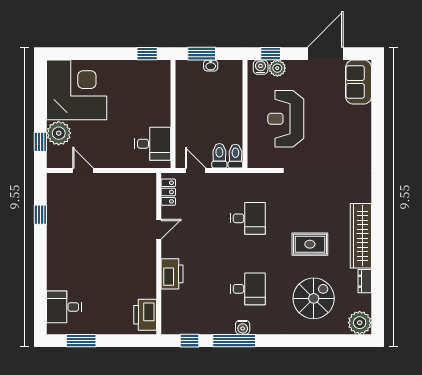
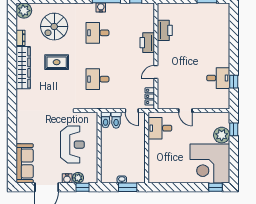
window: (147, 54) -> (216, 187), moved
water cooler: (261, 67) -> (67, 178), moved
sofa: (359, 82) -> (25, 163), width x1.36
door: (83, 170) -> (185, 111), moved
desk: (64, 307) -> (218, 78), moved
printer: (145, 315) -> (165, 30), moved

